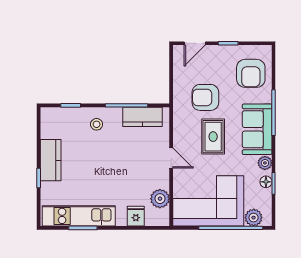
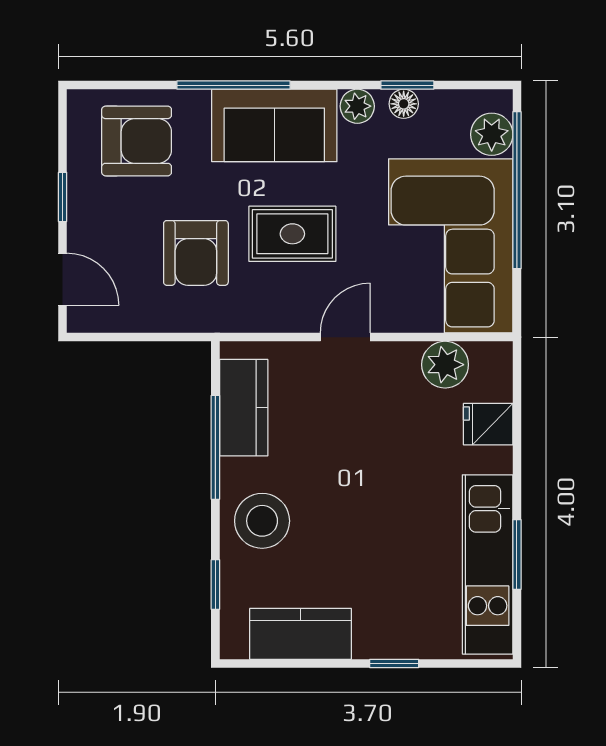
stool: (97, 124) -> (262, 521), width x1.89, depth x1.89
kitchen counter: (51, 160) -> (300, 634), moved

